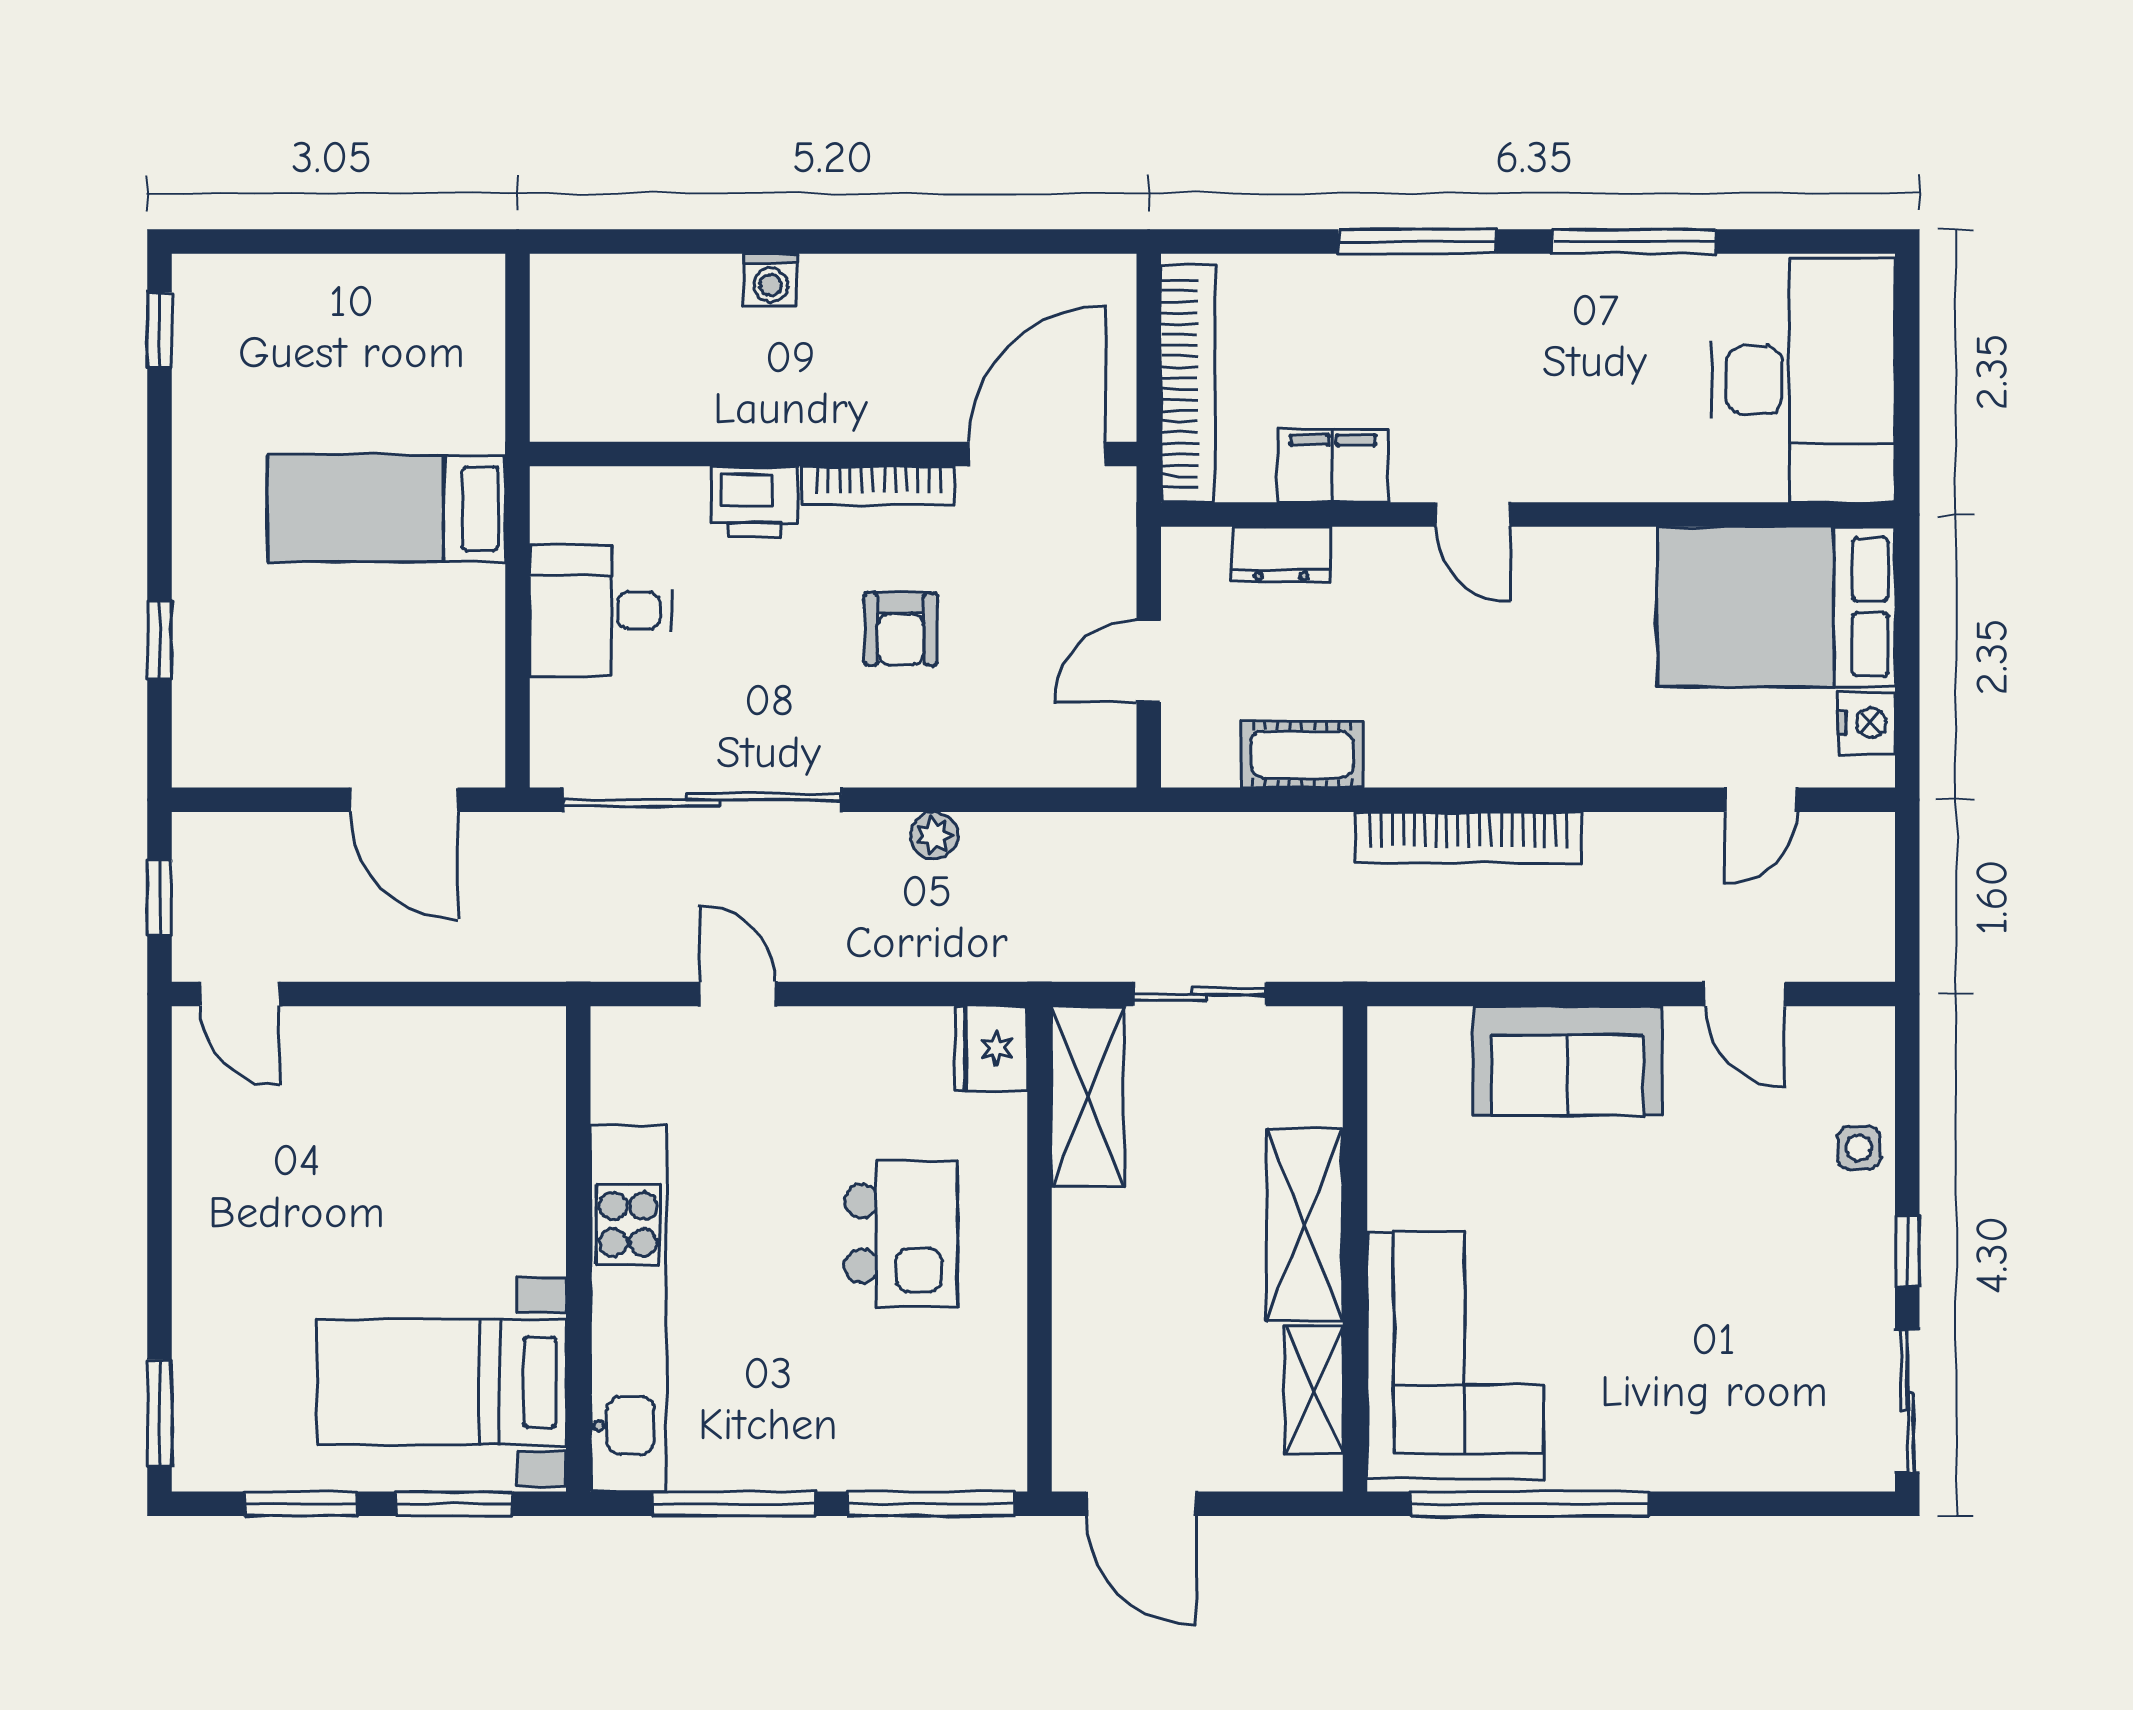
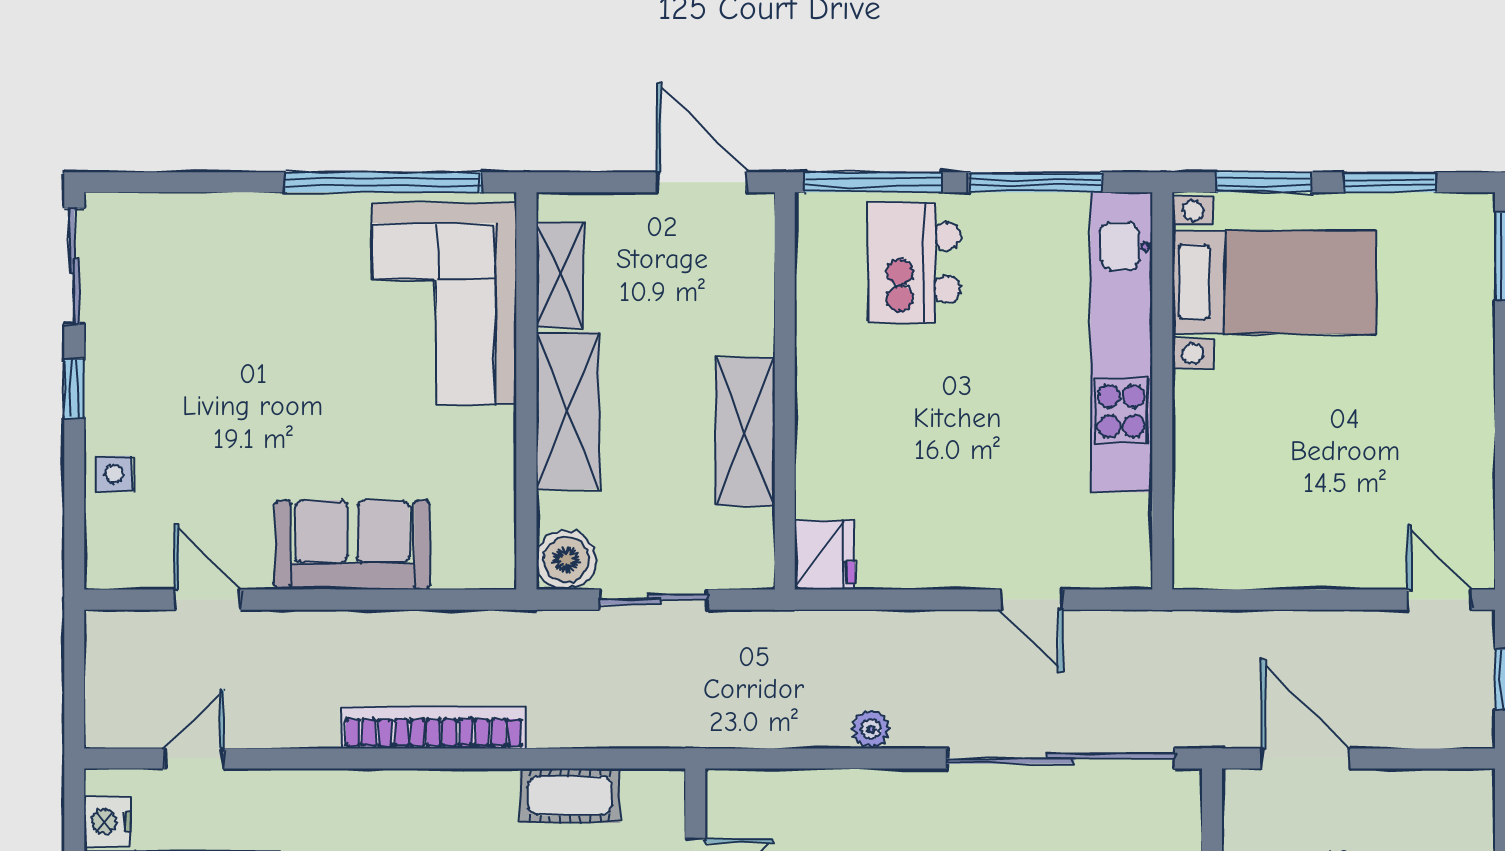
boiler: (1306, 1043) -> (566, 560), added
shelving: (1088, 1096) -> (745, 432), moved
kitchen island: (901, 1233) -> (915, 263), moved

